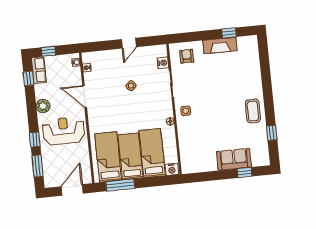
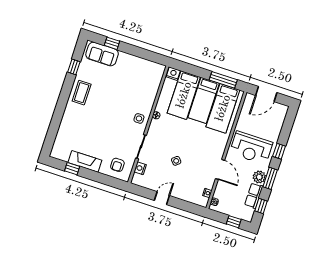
row of seats: (39, 70) -> (254, 196), moved
sofa: (234, 159) -> (102, 54), moved
window: (38, 166) -> (270, 178), moved

